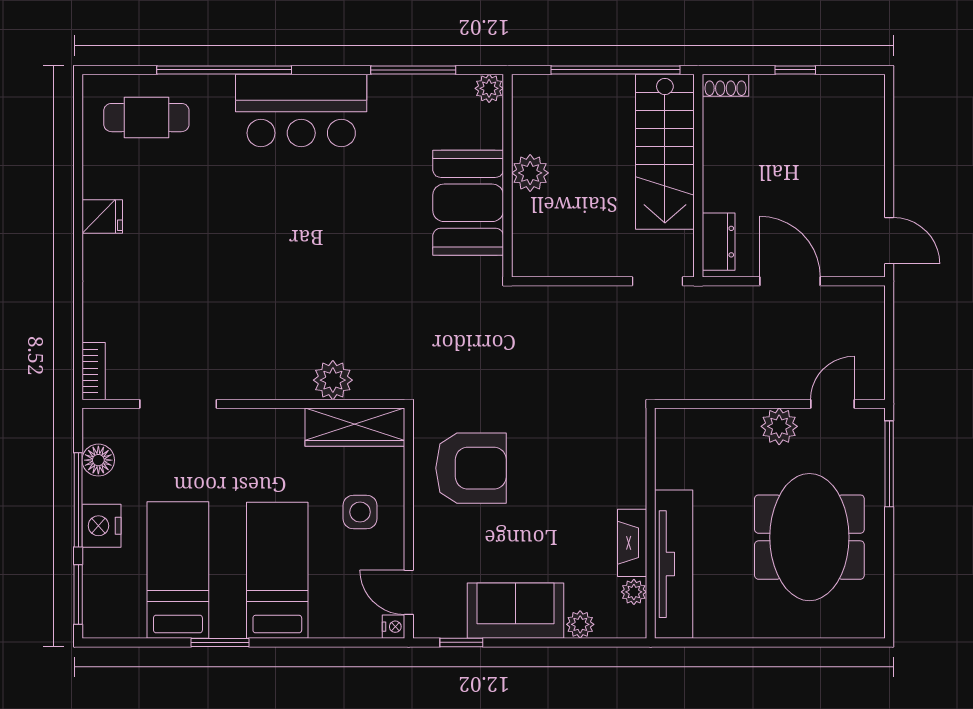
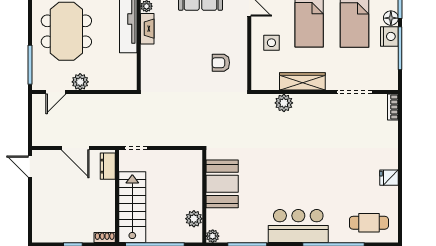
plant: (530, 173) -> (194, 219), moved
wardrobe: (355, 427) -> (302, 81), moved
floor lamp: (98, 460) -> (391, 18), moved
armchair: (471, 468) -> (221, 63), width x0.53, depth x0.53

